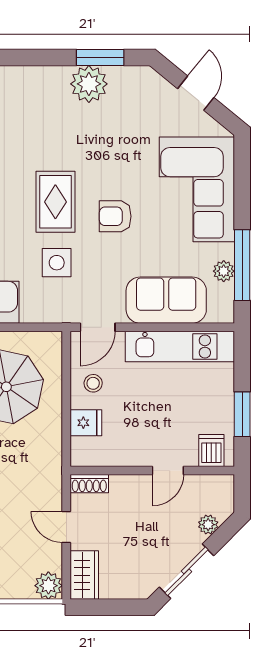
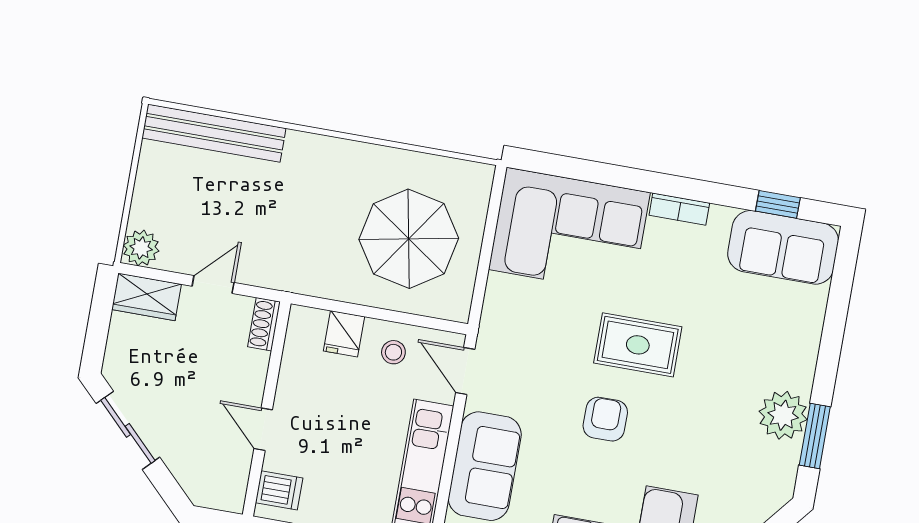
side table: (57, 263) -> (558, 333), removed
plant: (208, 525) -> (184, 469), removed

